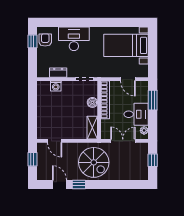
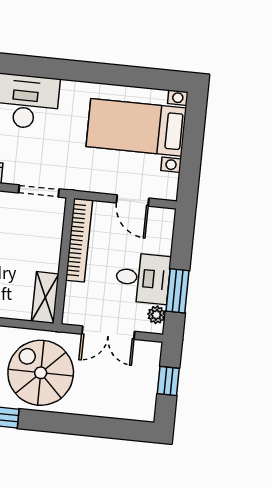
window: (153, 100) -> (177, 291), moved
boiler: (92, 102) -> (51, 243), removed
double door: (123, 141) -> (108, 333), swing flipped
spiral stairs: (94, 162) -> (41, 373), turned 180

